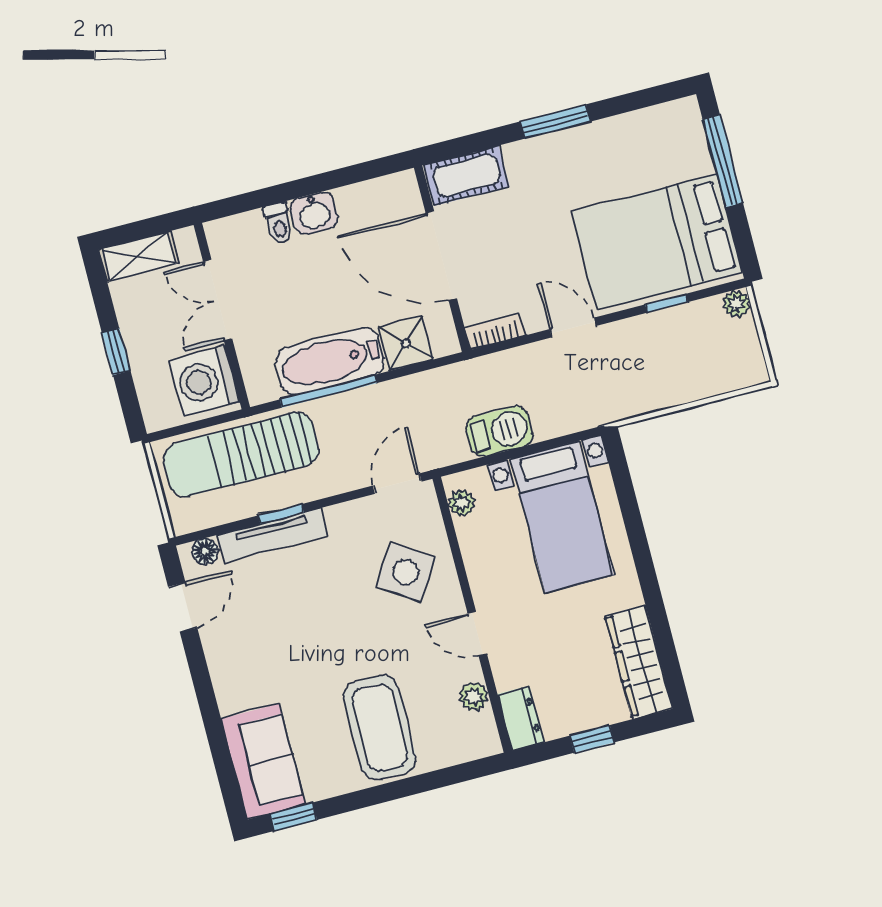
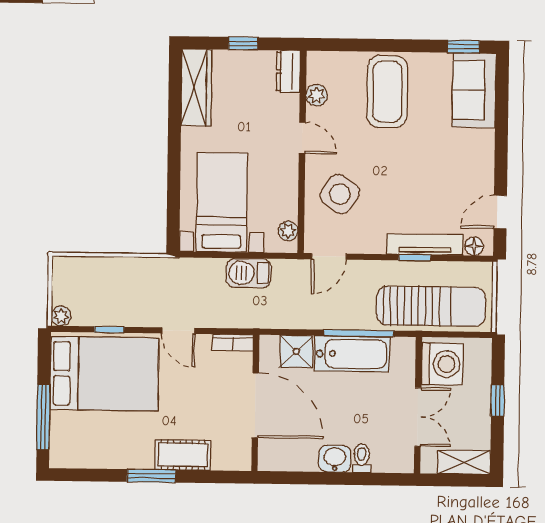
cot: (466, 176) -> (183, 455), moved

